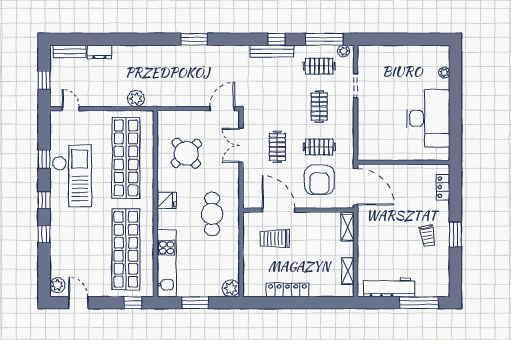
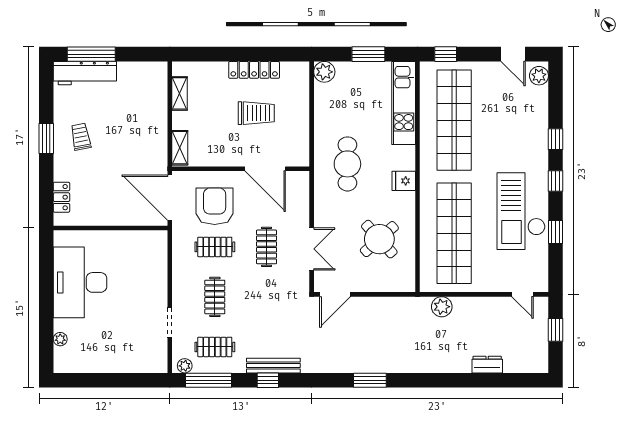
bench: (70, 51) -> (524, 365), removed
trolley: (275, 239) -> (256, 113), moved
workbench: (389, 287) -> (85, 73), moved

